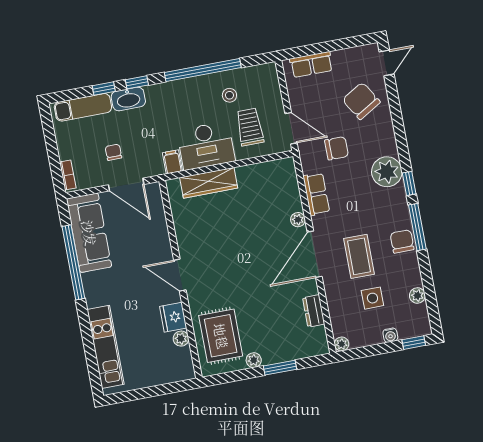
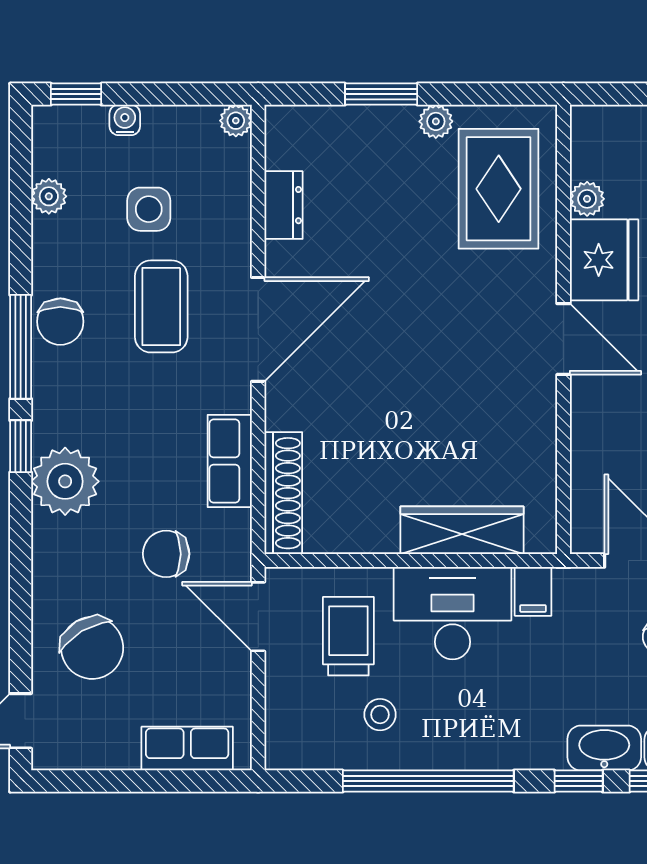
trolley: (250, 127) -> (348, 636), turned 180
shoe rack: (290, 184) -> (283, 493), added
plant: (298, 220) -> (281, 413), removed
fridge: (173, 317) -> (604, 260), width x1.36, depth x1.34

